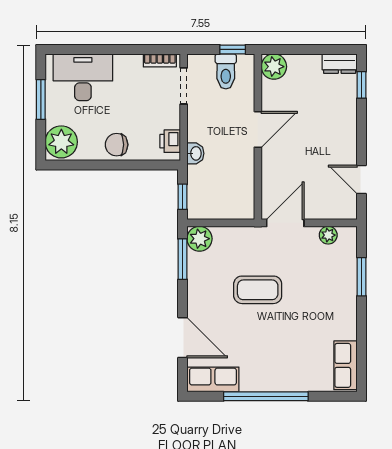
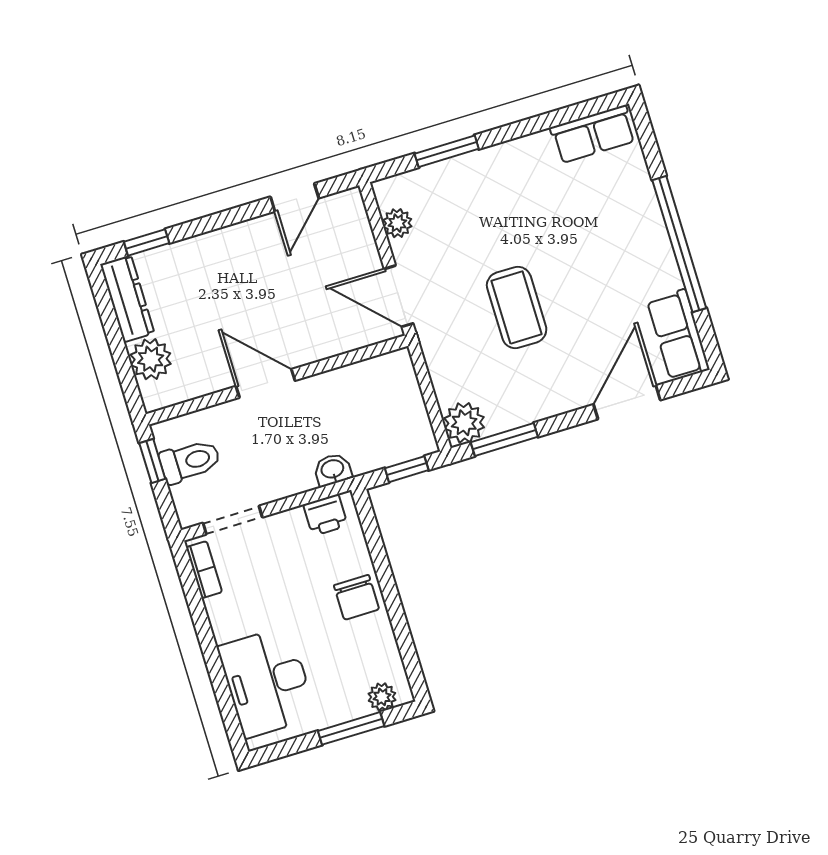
dresser: (340, 64) -> (127, 299), width x1.44
plant: (274, 67) -> (151, 359), moved
window: (41, 99) -> (351, 728), moved
plant: (61, 142) -> (382, 697), width x0.53, depth x0.53

